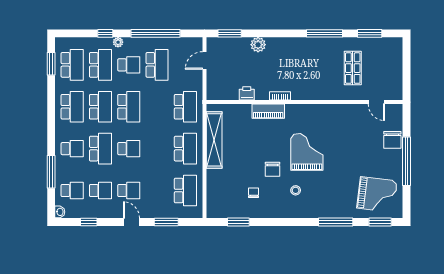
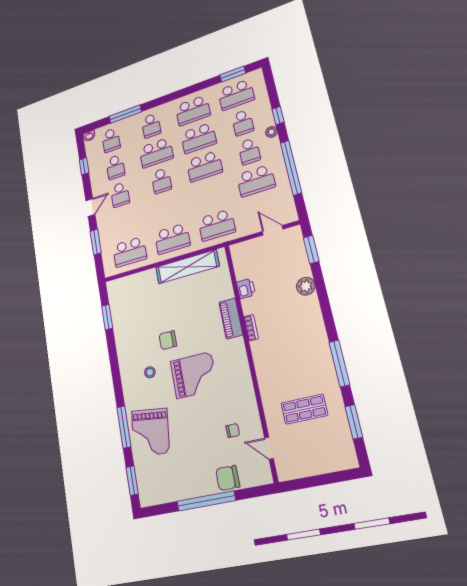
school desk: (100, 65) -> (243, 123), width x0.54
door: (376, 102) -> (269, 448), hinge flipped
chair: (254, 193) -> (233, 431), moved
grand piano: (377, 195) -> (150, 432), moved

